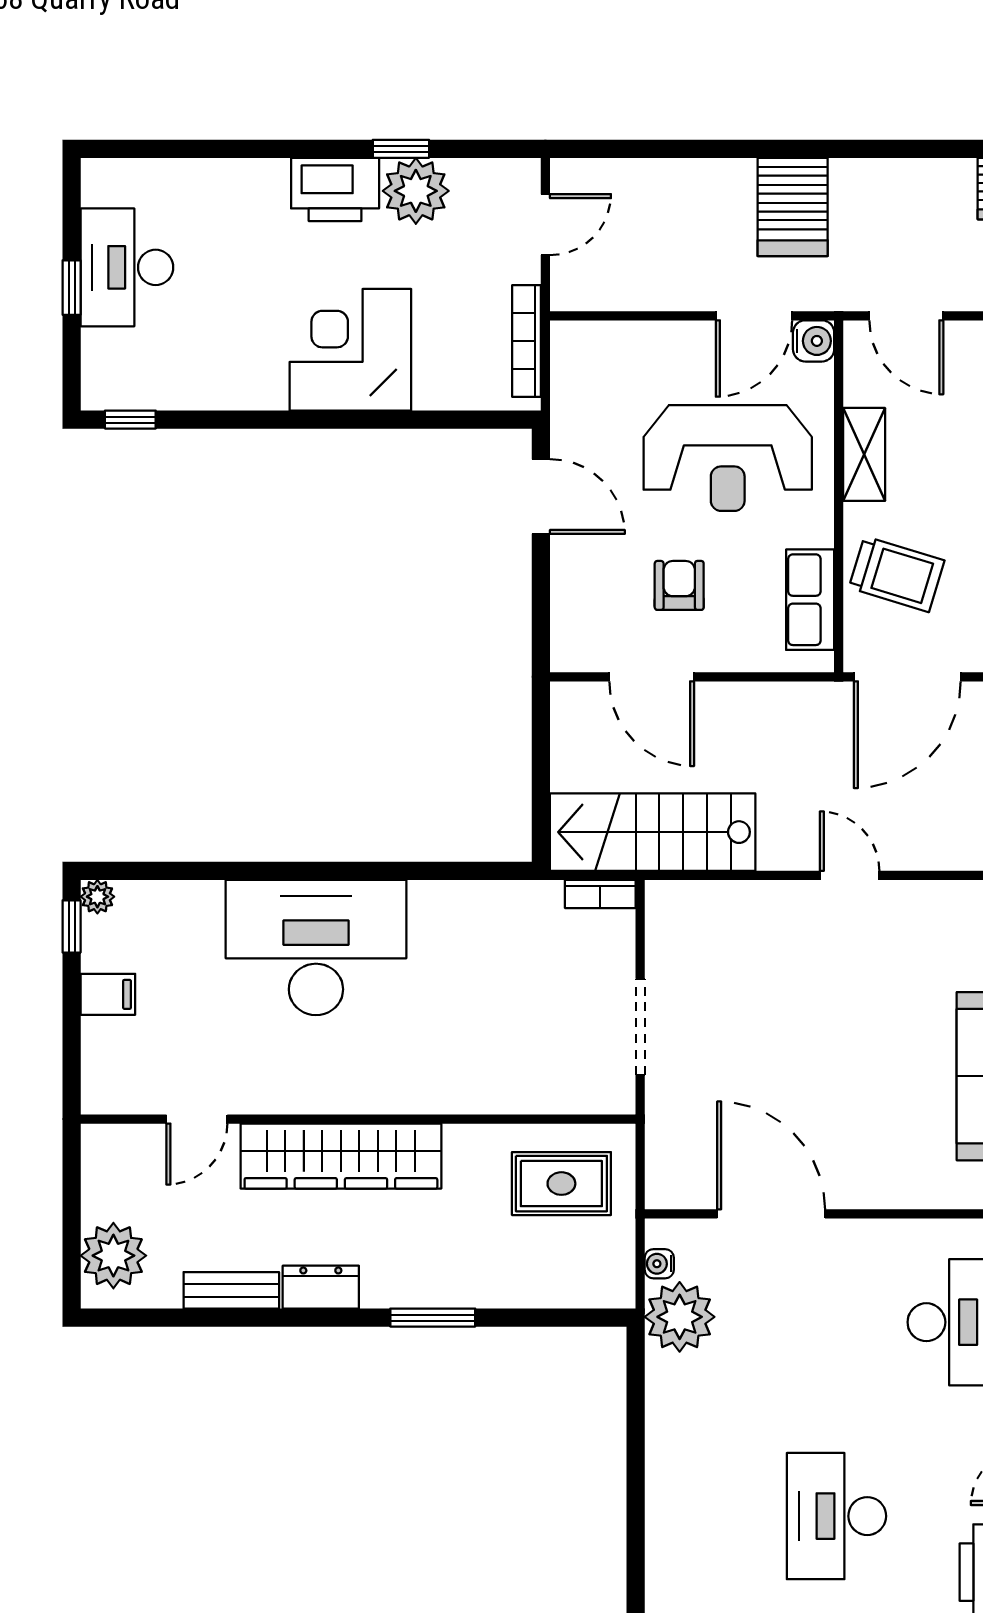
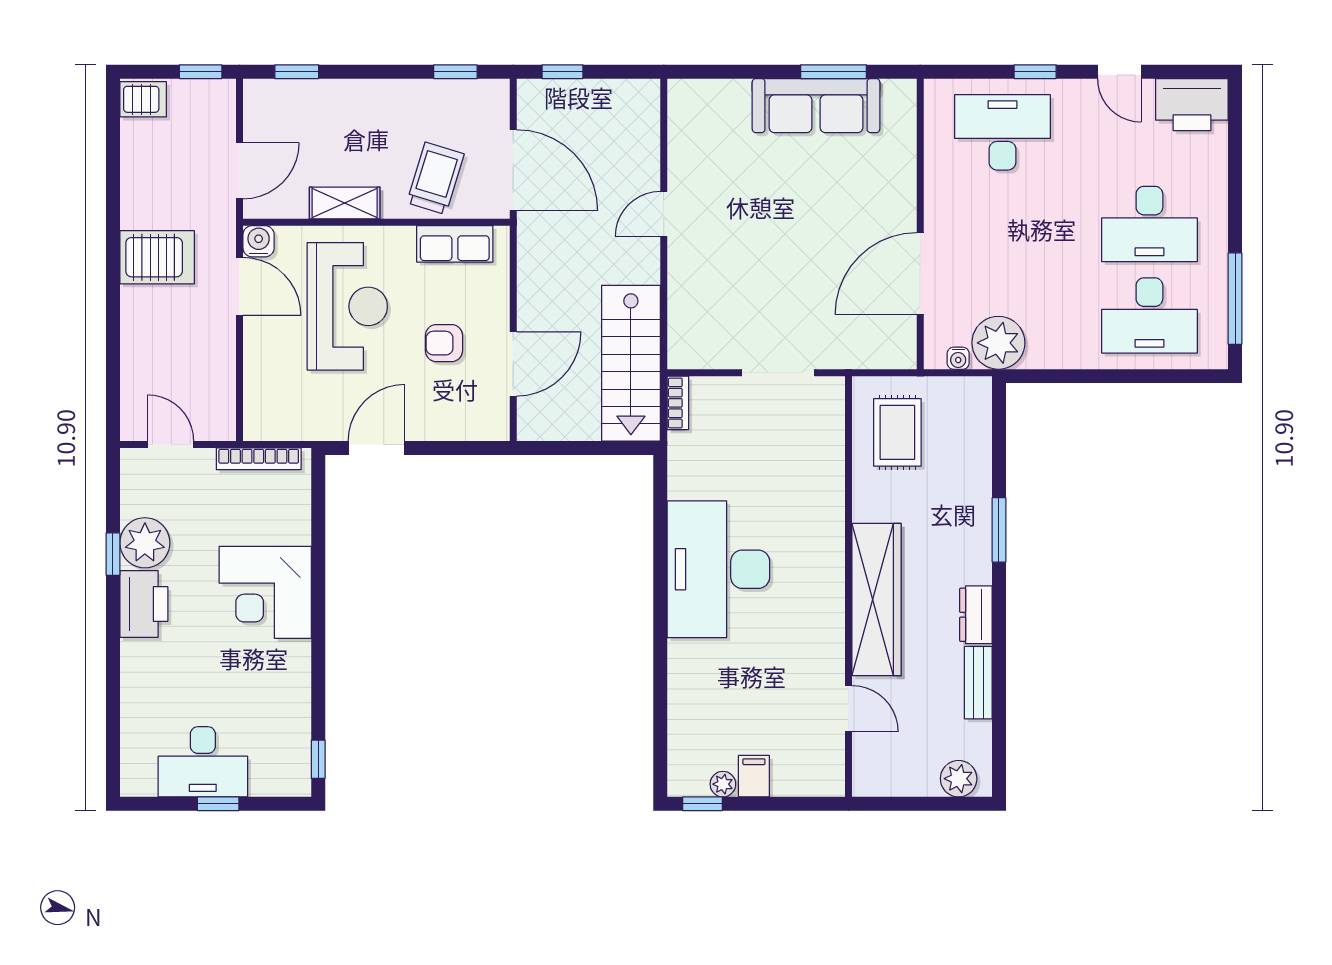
plant: (97, 897) -> (723, 784), moved
desk: (316, 947) -> (718, 569), moved
plant: (113, 1256) -> (959, 779), width x0.73, depth x0.73
desk: (716, 1516) -> (1149, 315), added

